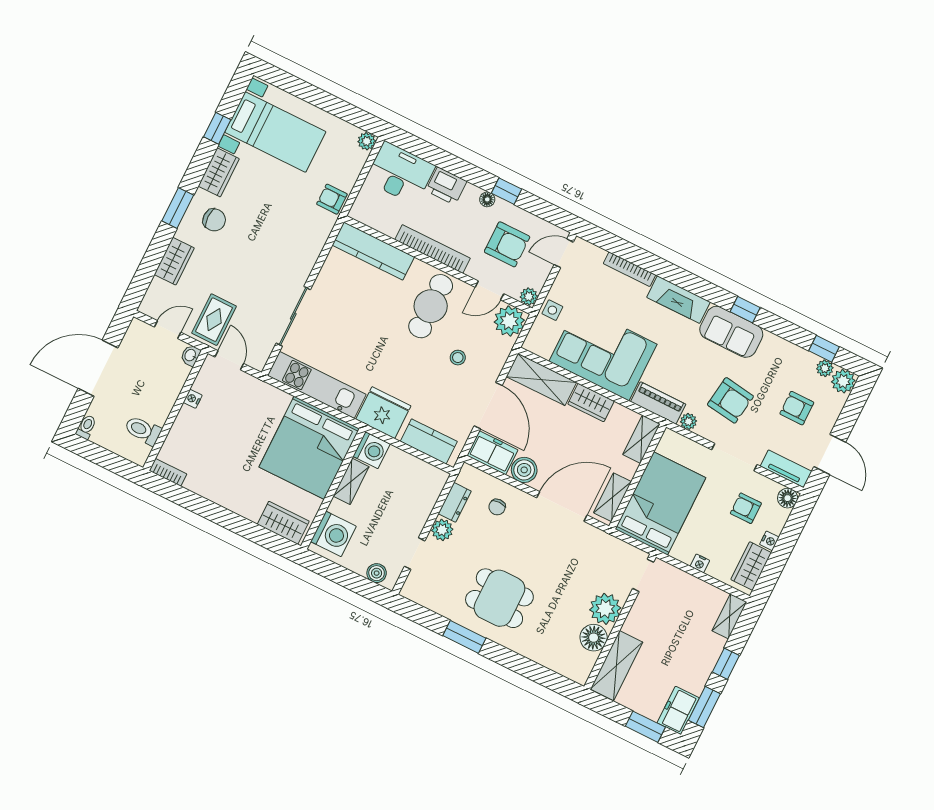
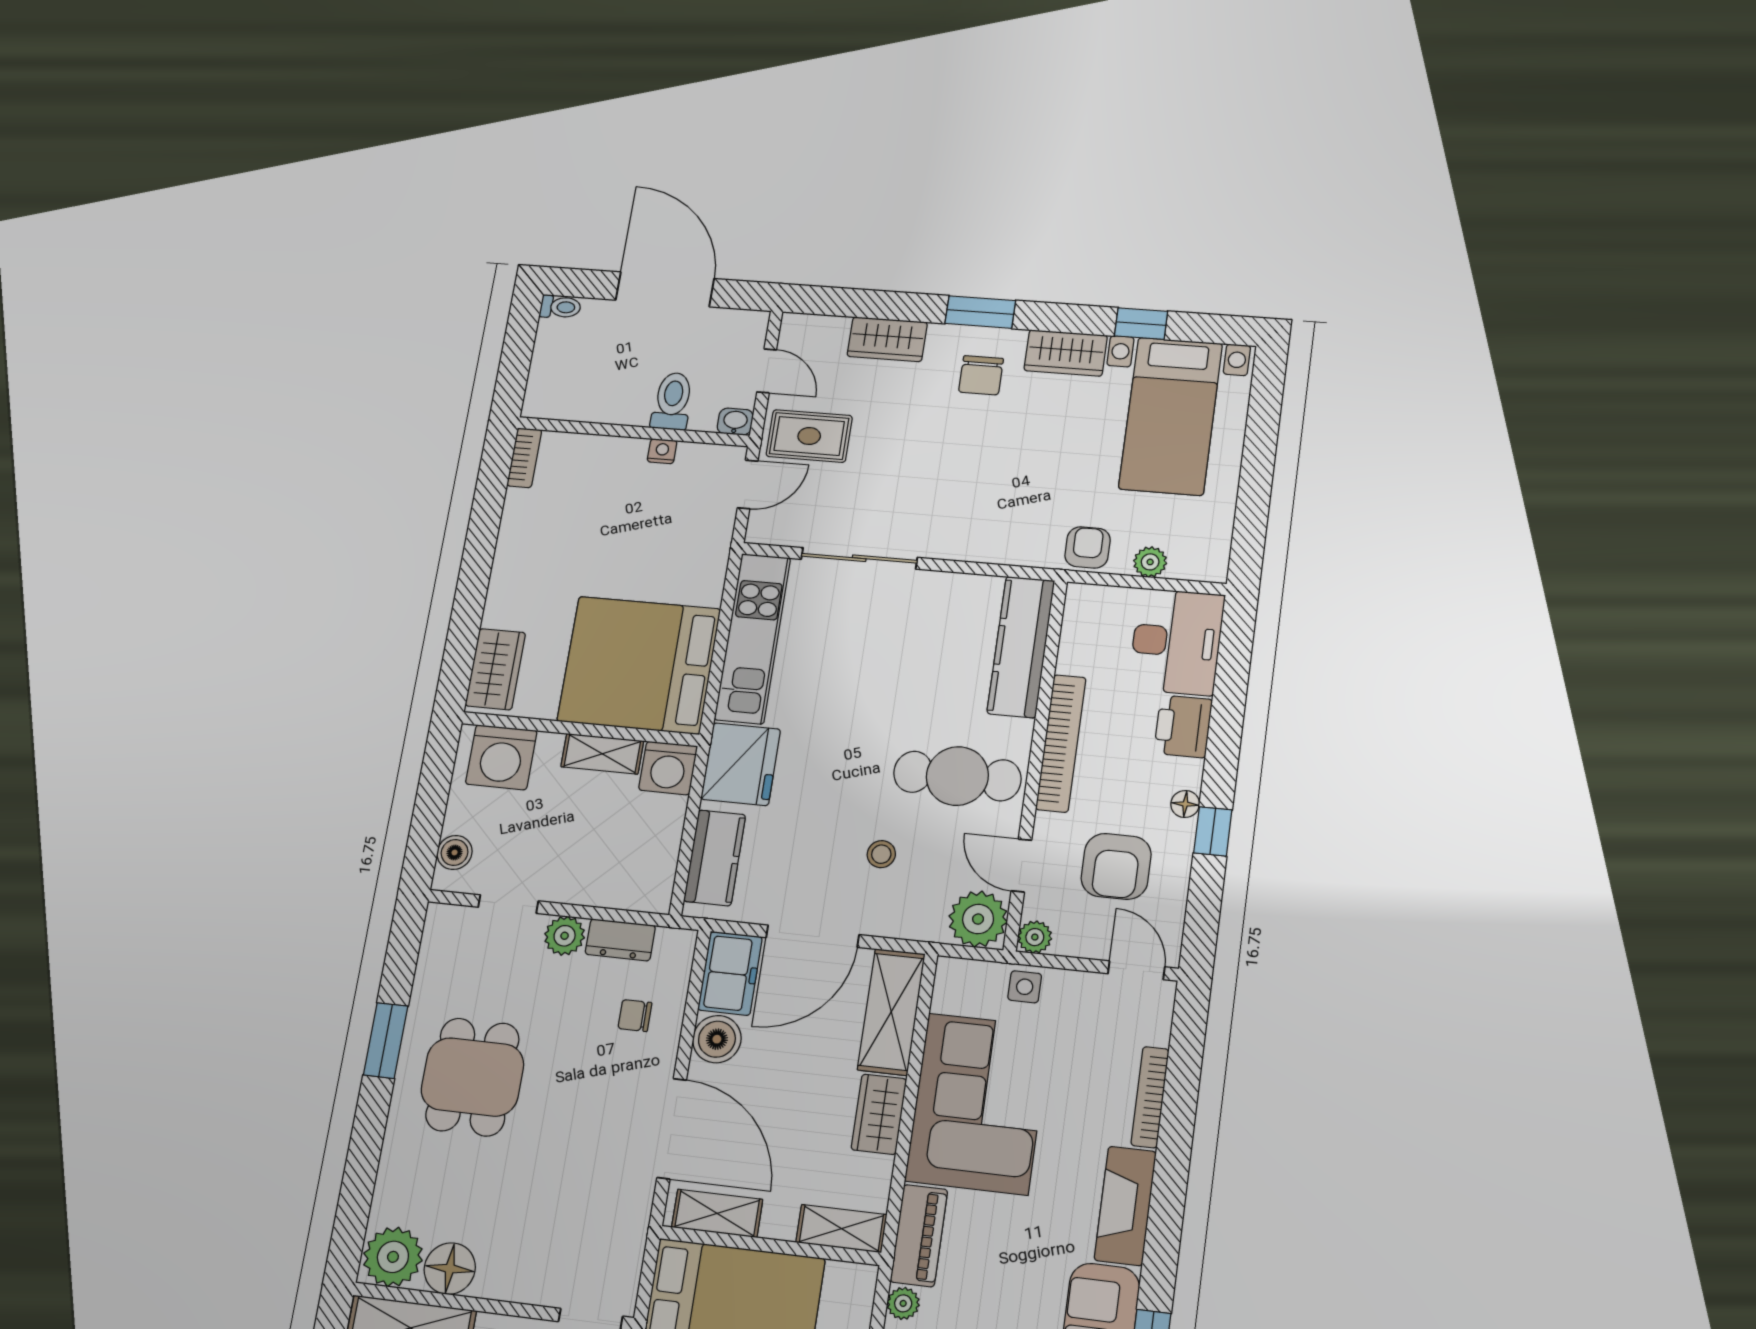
plant: (367, 141) -> (1150, 562), moved
toilet: (143, 430) -> (672, 401), moved
plant: (605, 609) -> (393, 1257), moved

